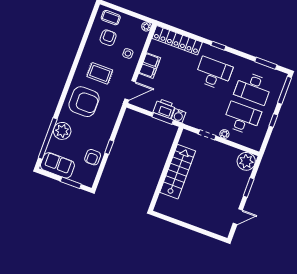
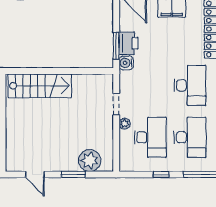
desk: (253, 88) -> (190, 137), turned 180
plant: (246, 161) -> (90, 161), moved
stairs: (178, 172) -> (40, 86), moved

